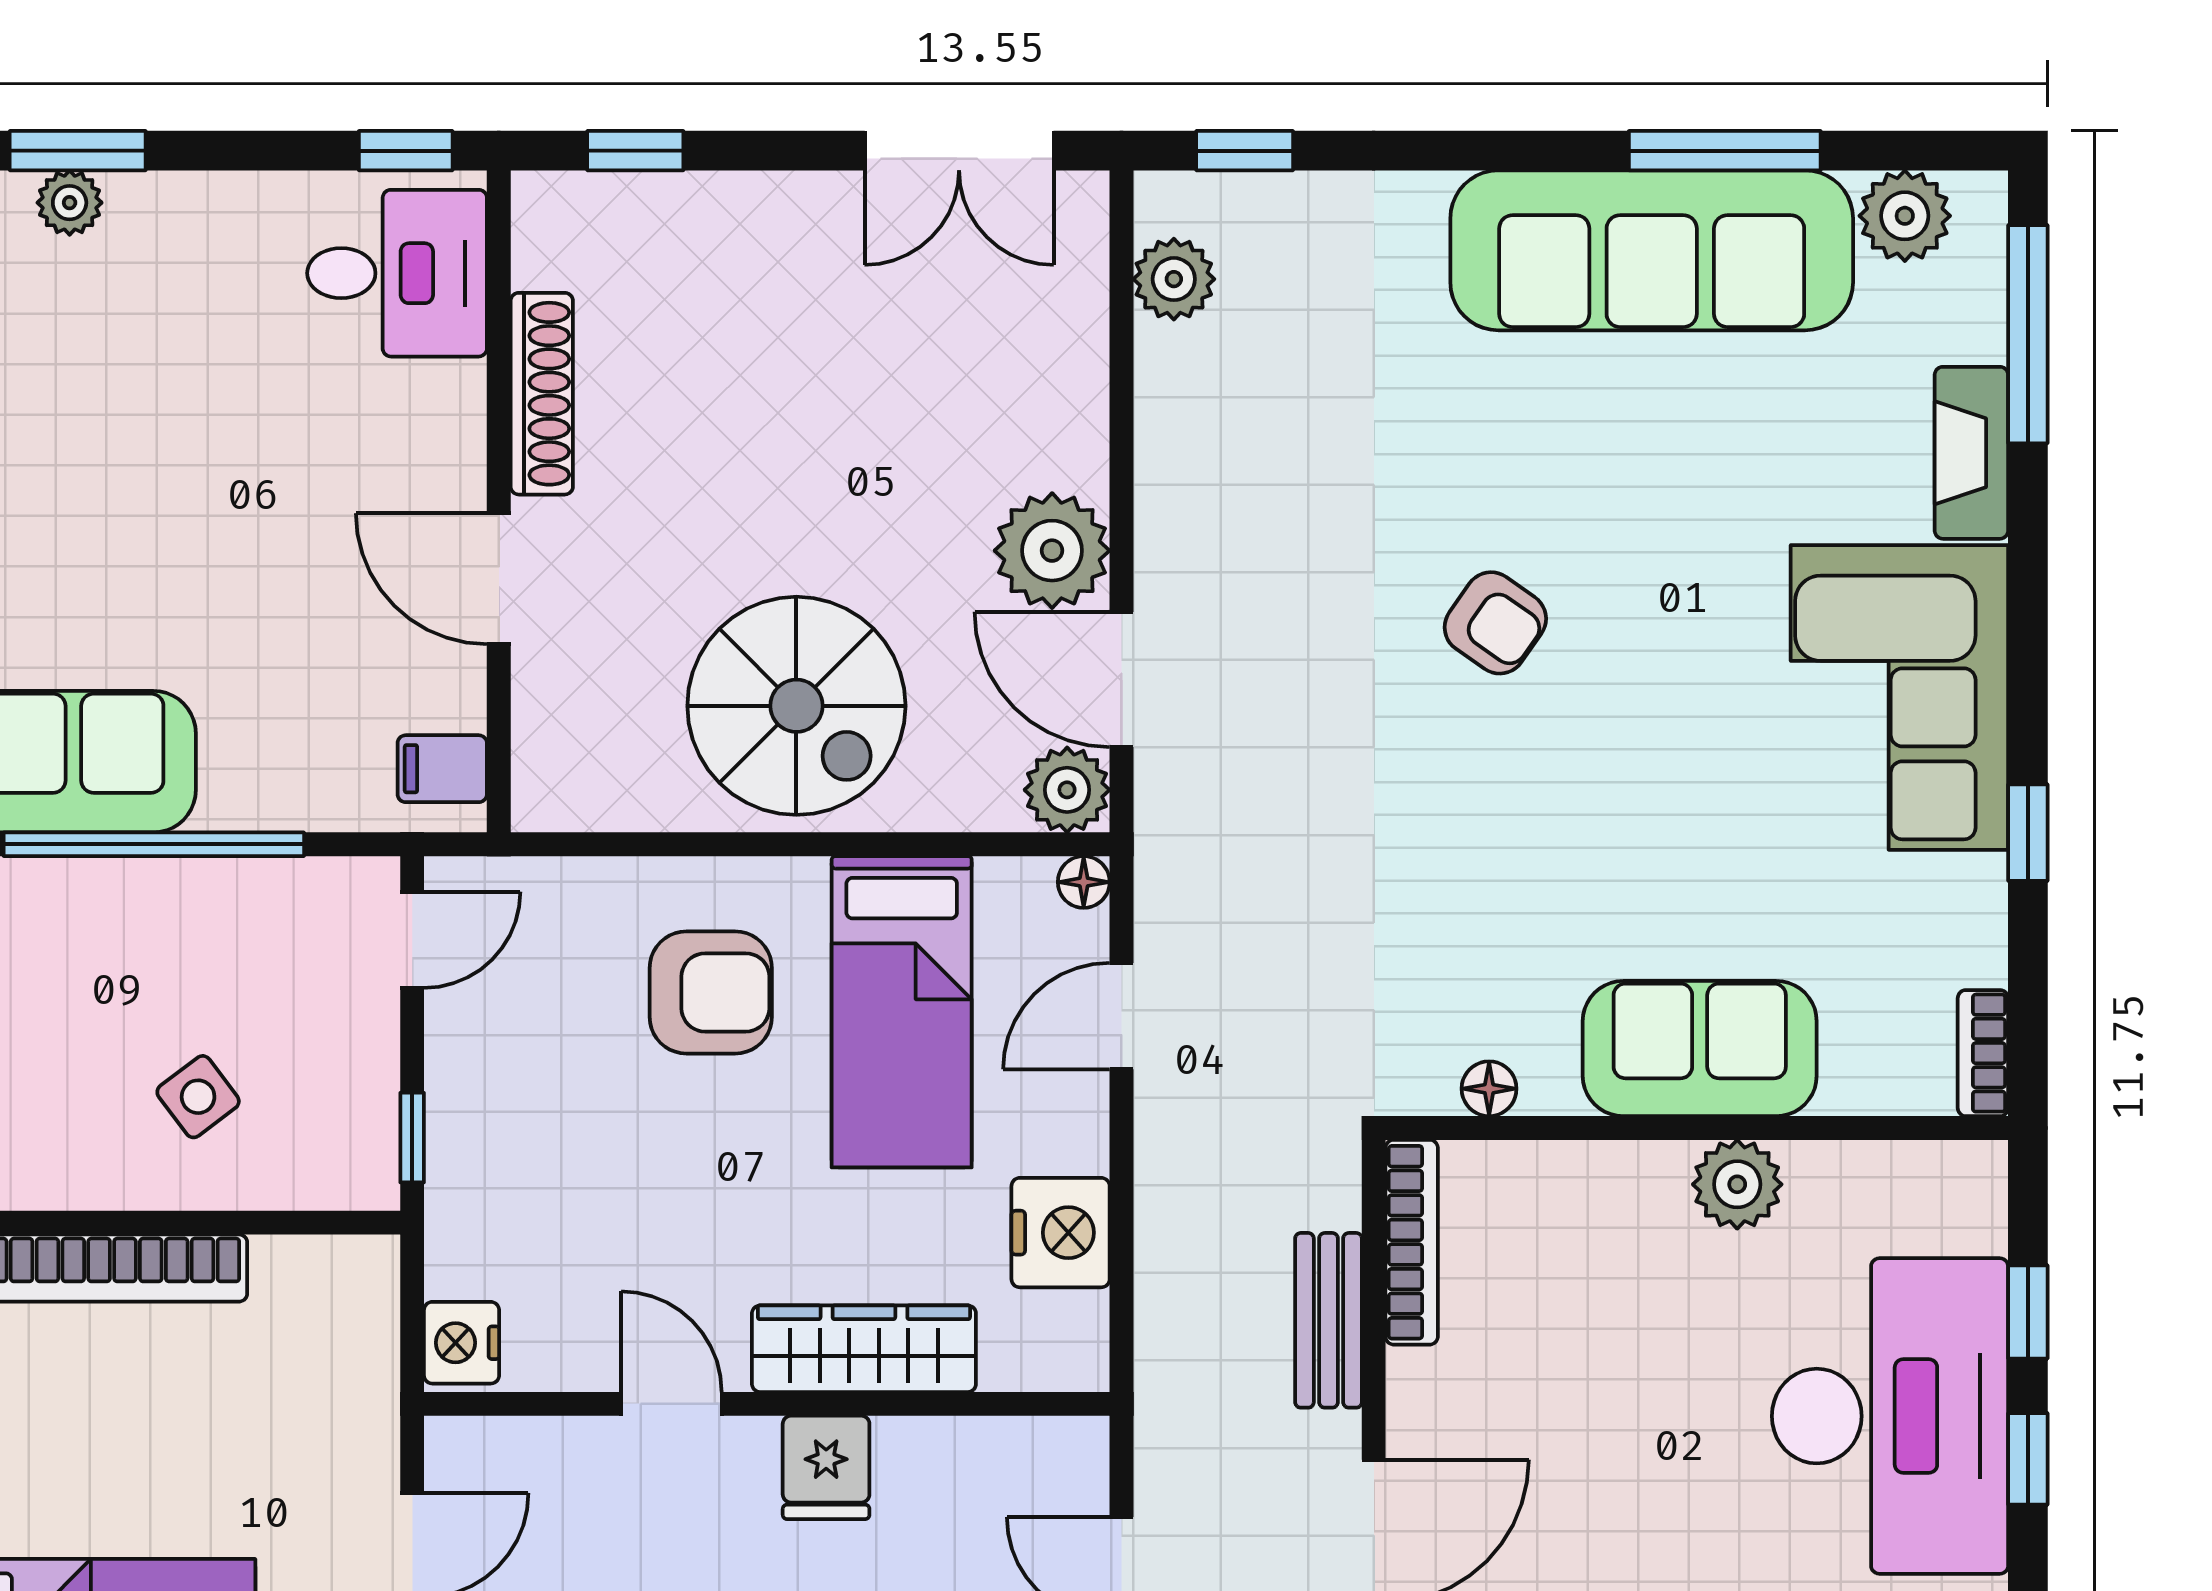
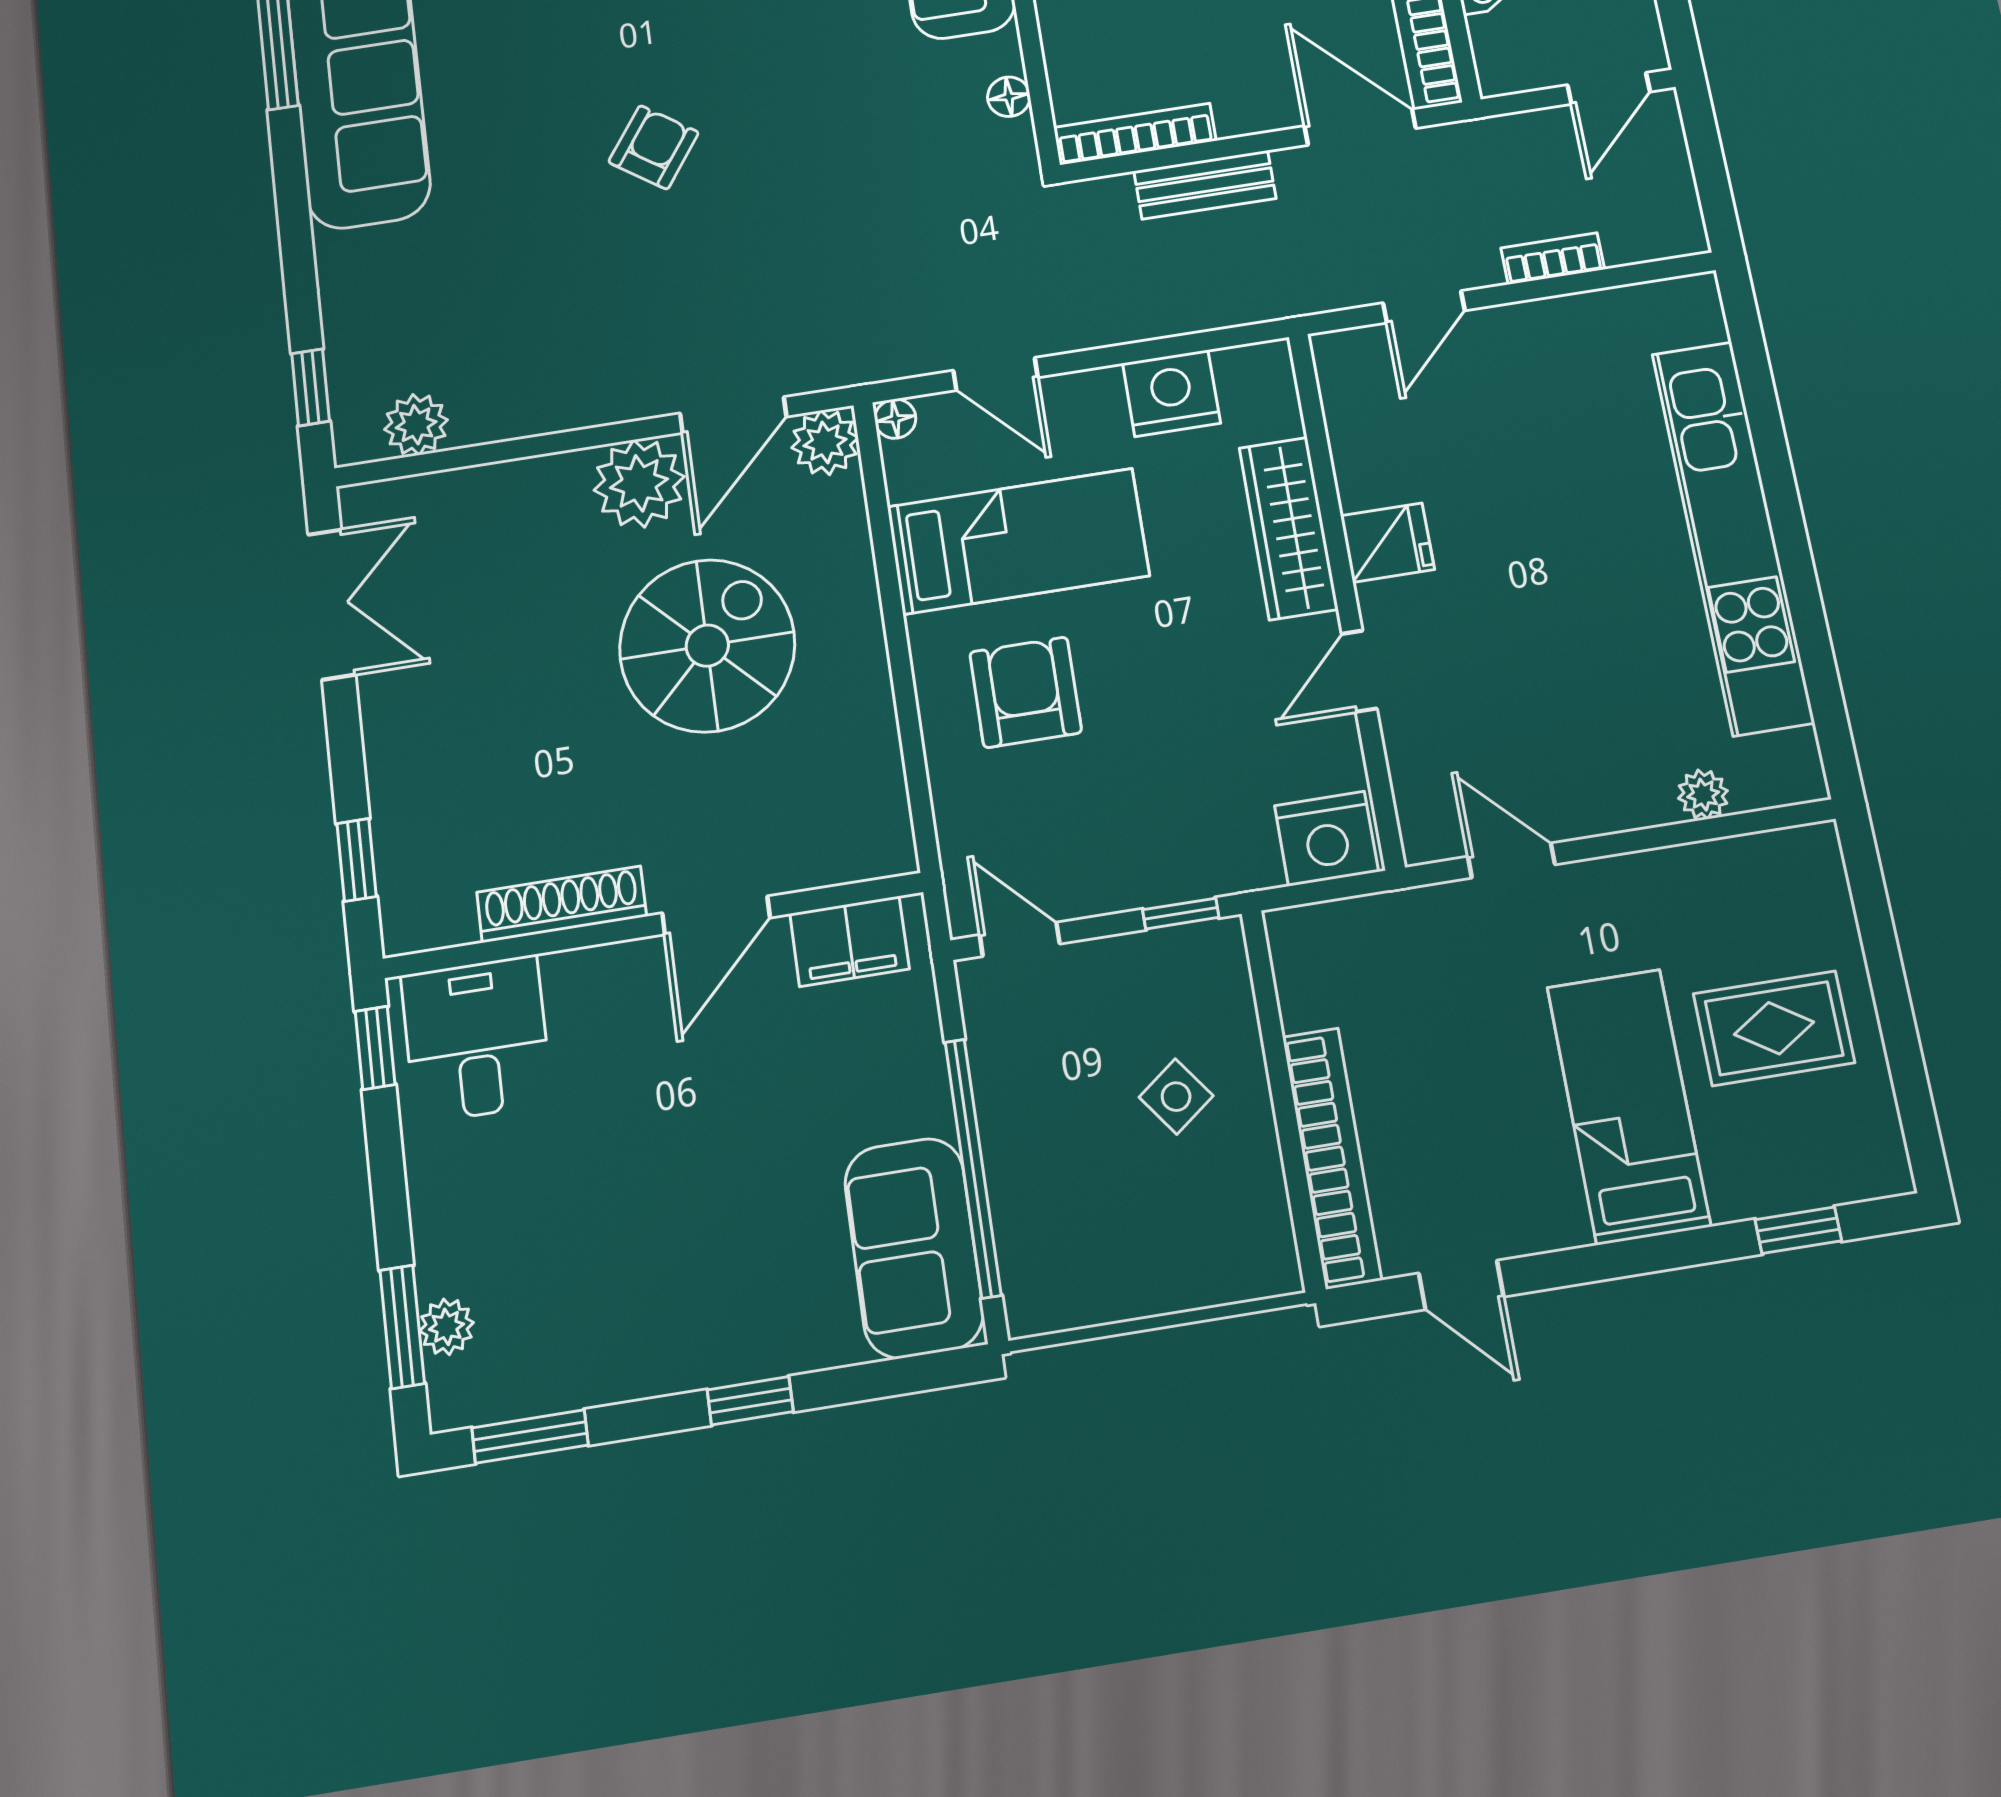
spiral stairs: (796, 706) -> (707, 646), moved
filing cabinet: (442, 769) -> (849, 941), width x2.00
nightstand: (462, 1343) -> (1327, 839), width x1.36, depth x1.33

